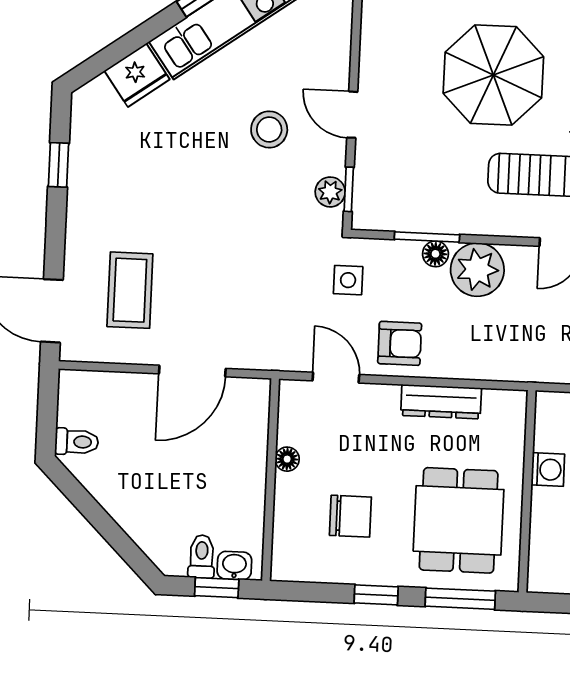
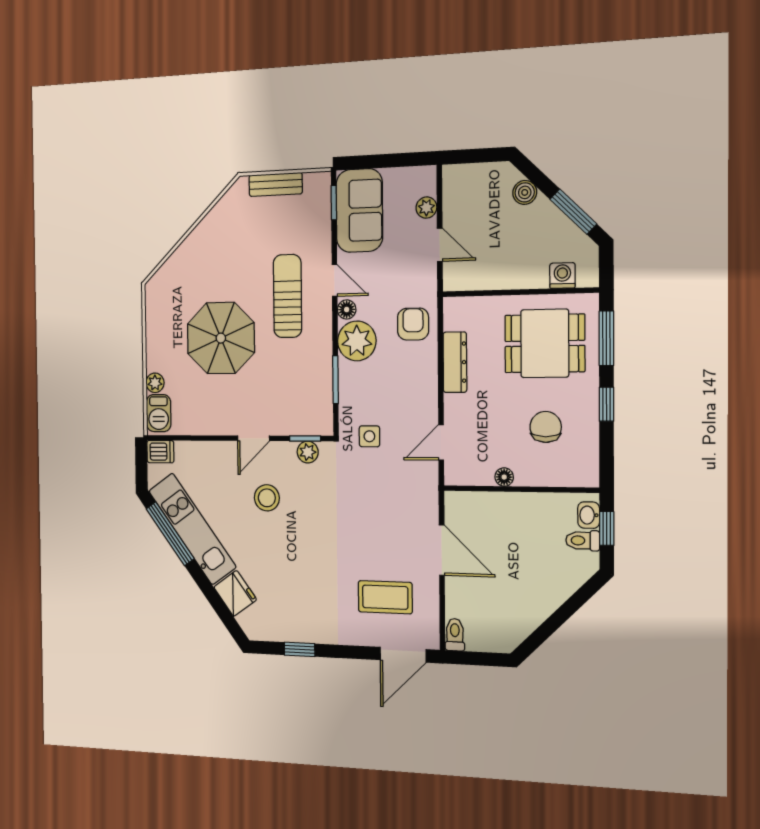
floor lamp: (435, 254) -> (347, 310), moved
armchair: (400, 343) -> (413, 324), moved
toilet: (77, 442) -> (455, 635), moved
washing machine: (548, 470) -> (562, 276), moved

